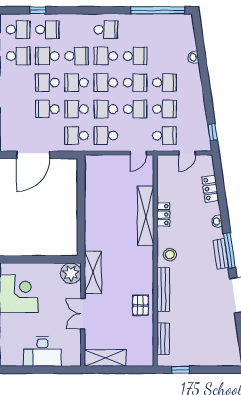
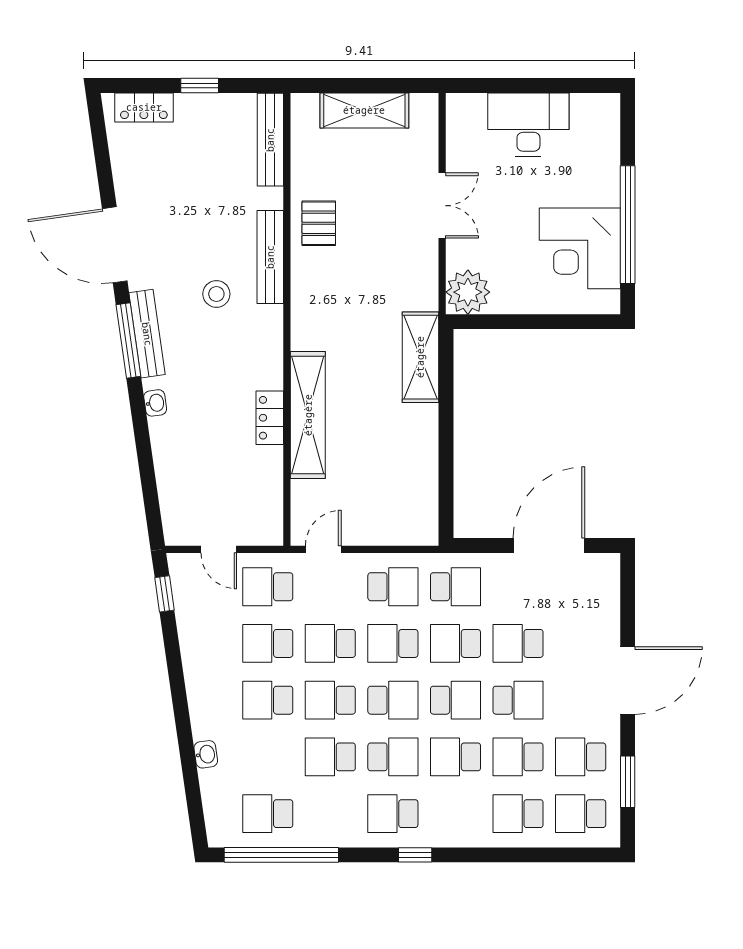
window: (38, 10) -> (415, 855), moved
school desk: (164, 30) -> (268, 814), added
school desk: (47, 56) -> (518, 757), turned 180
school desk: (47, 109) -> (518, 643), turned 180
school desk: (77, 109) -> (455, 643), turned 180
school desk: (106, 109) -> (393, 643), turned 180
door: (187, 153) -> (219, 549), swing flipped
locker: (210, 189) -> (144, 107), moved, turned 98
bench: (221, 254) -> (147, 334), width x1.36
stool: (170, 255) -> (216, 294), moved
shelving: (93, 272) -> (420, 357), moved
bench: (163, 339) -> (270, 140), width x1.36
shelving: (105, 358) -> (364, 110), moved
window: (181, 370) -> (200, 85), moved

